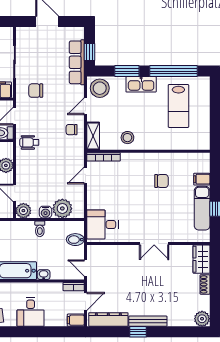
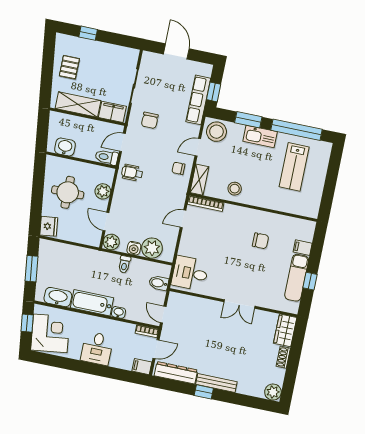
chair: (36, 91) -> (150, 120), turned -90

